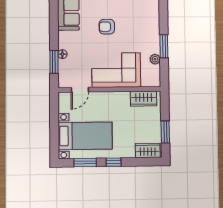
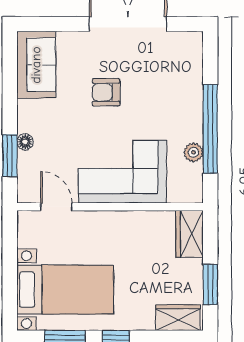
window: (164, 46) -> (210, 129), width x2.11
door: (80, 90) -> (56, 207), swing flipped
wardrobe: (144, 99) -> (189, 234), moved, turned 90

